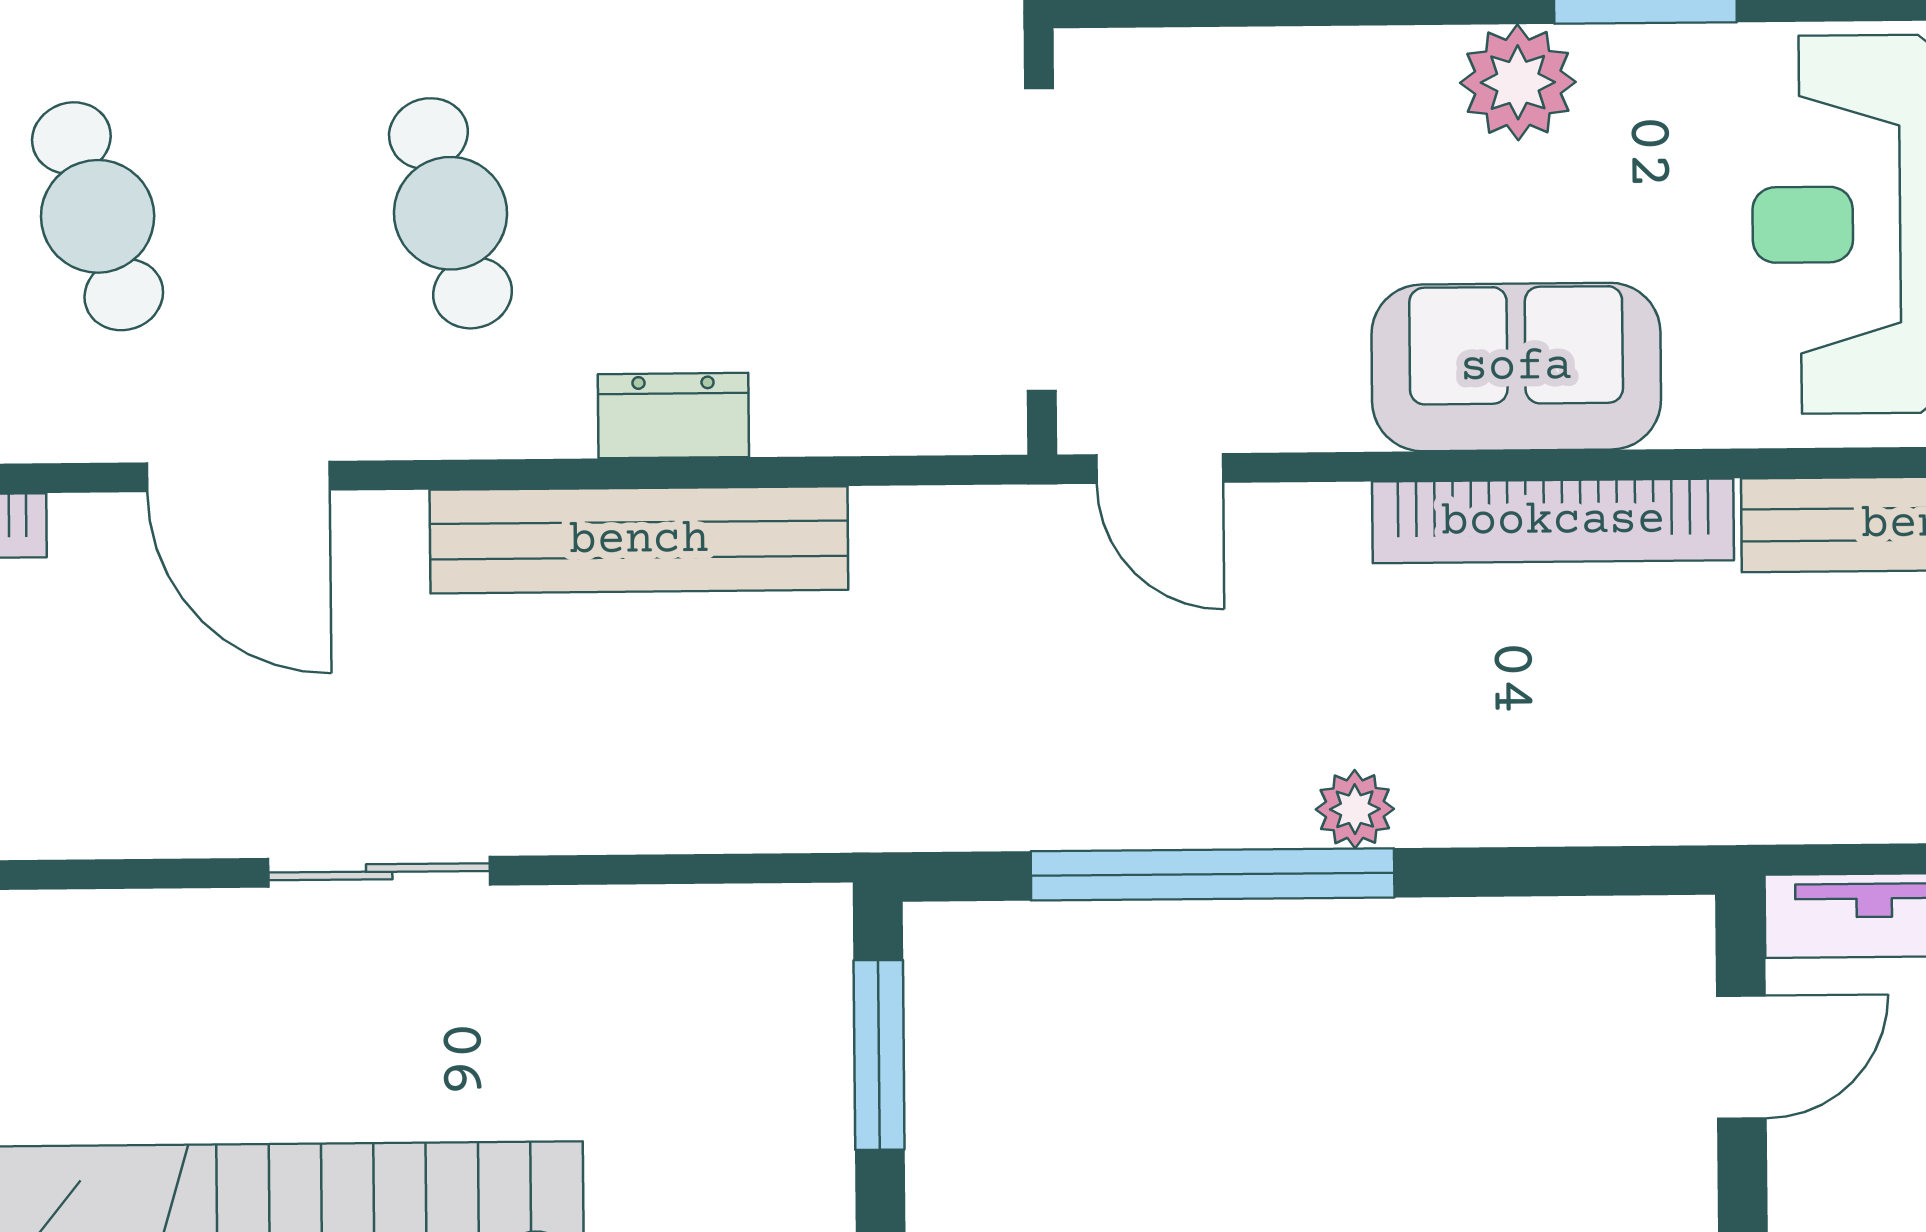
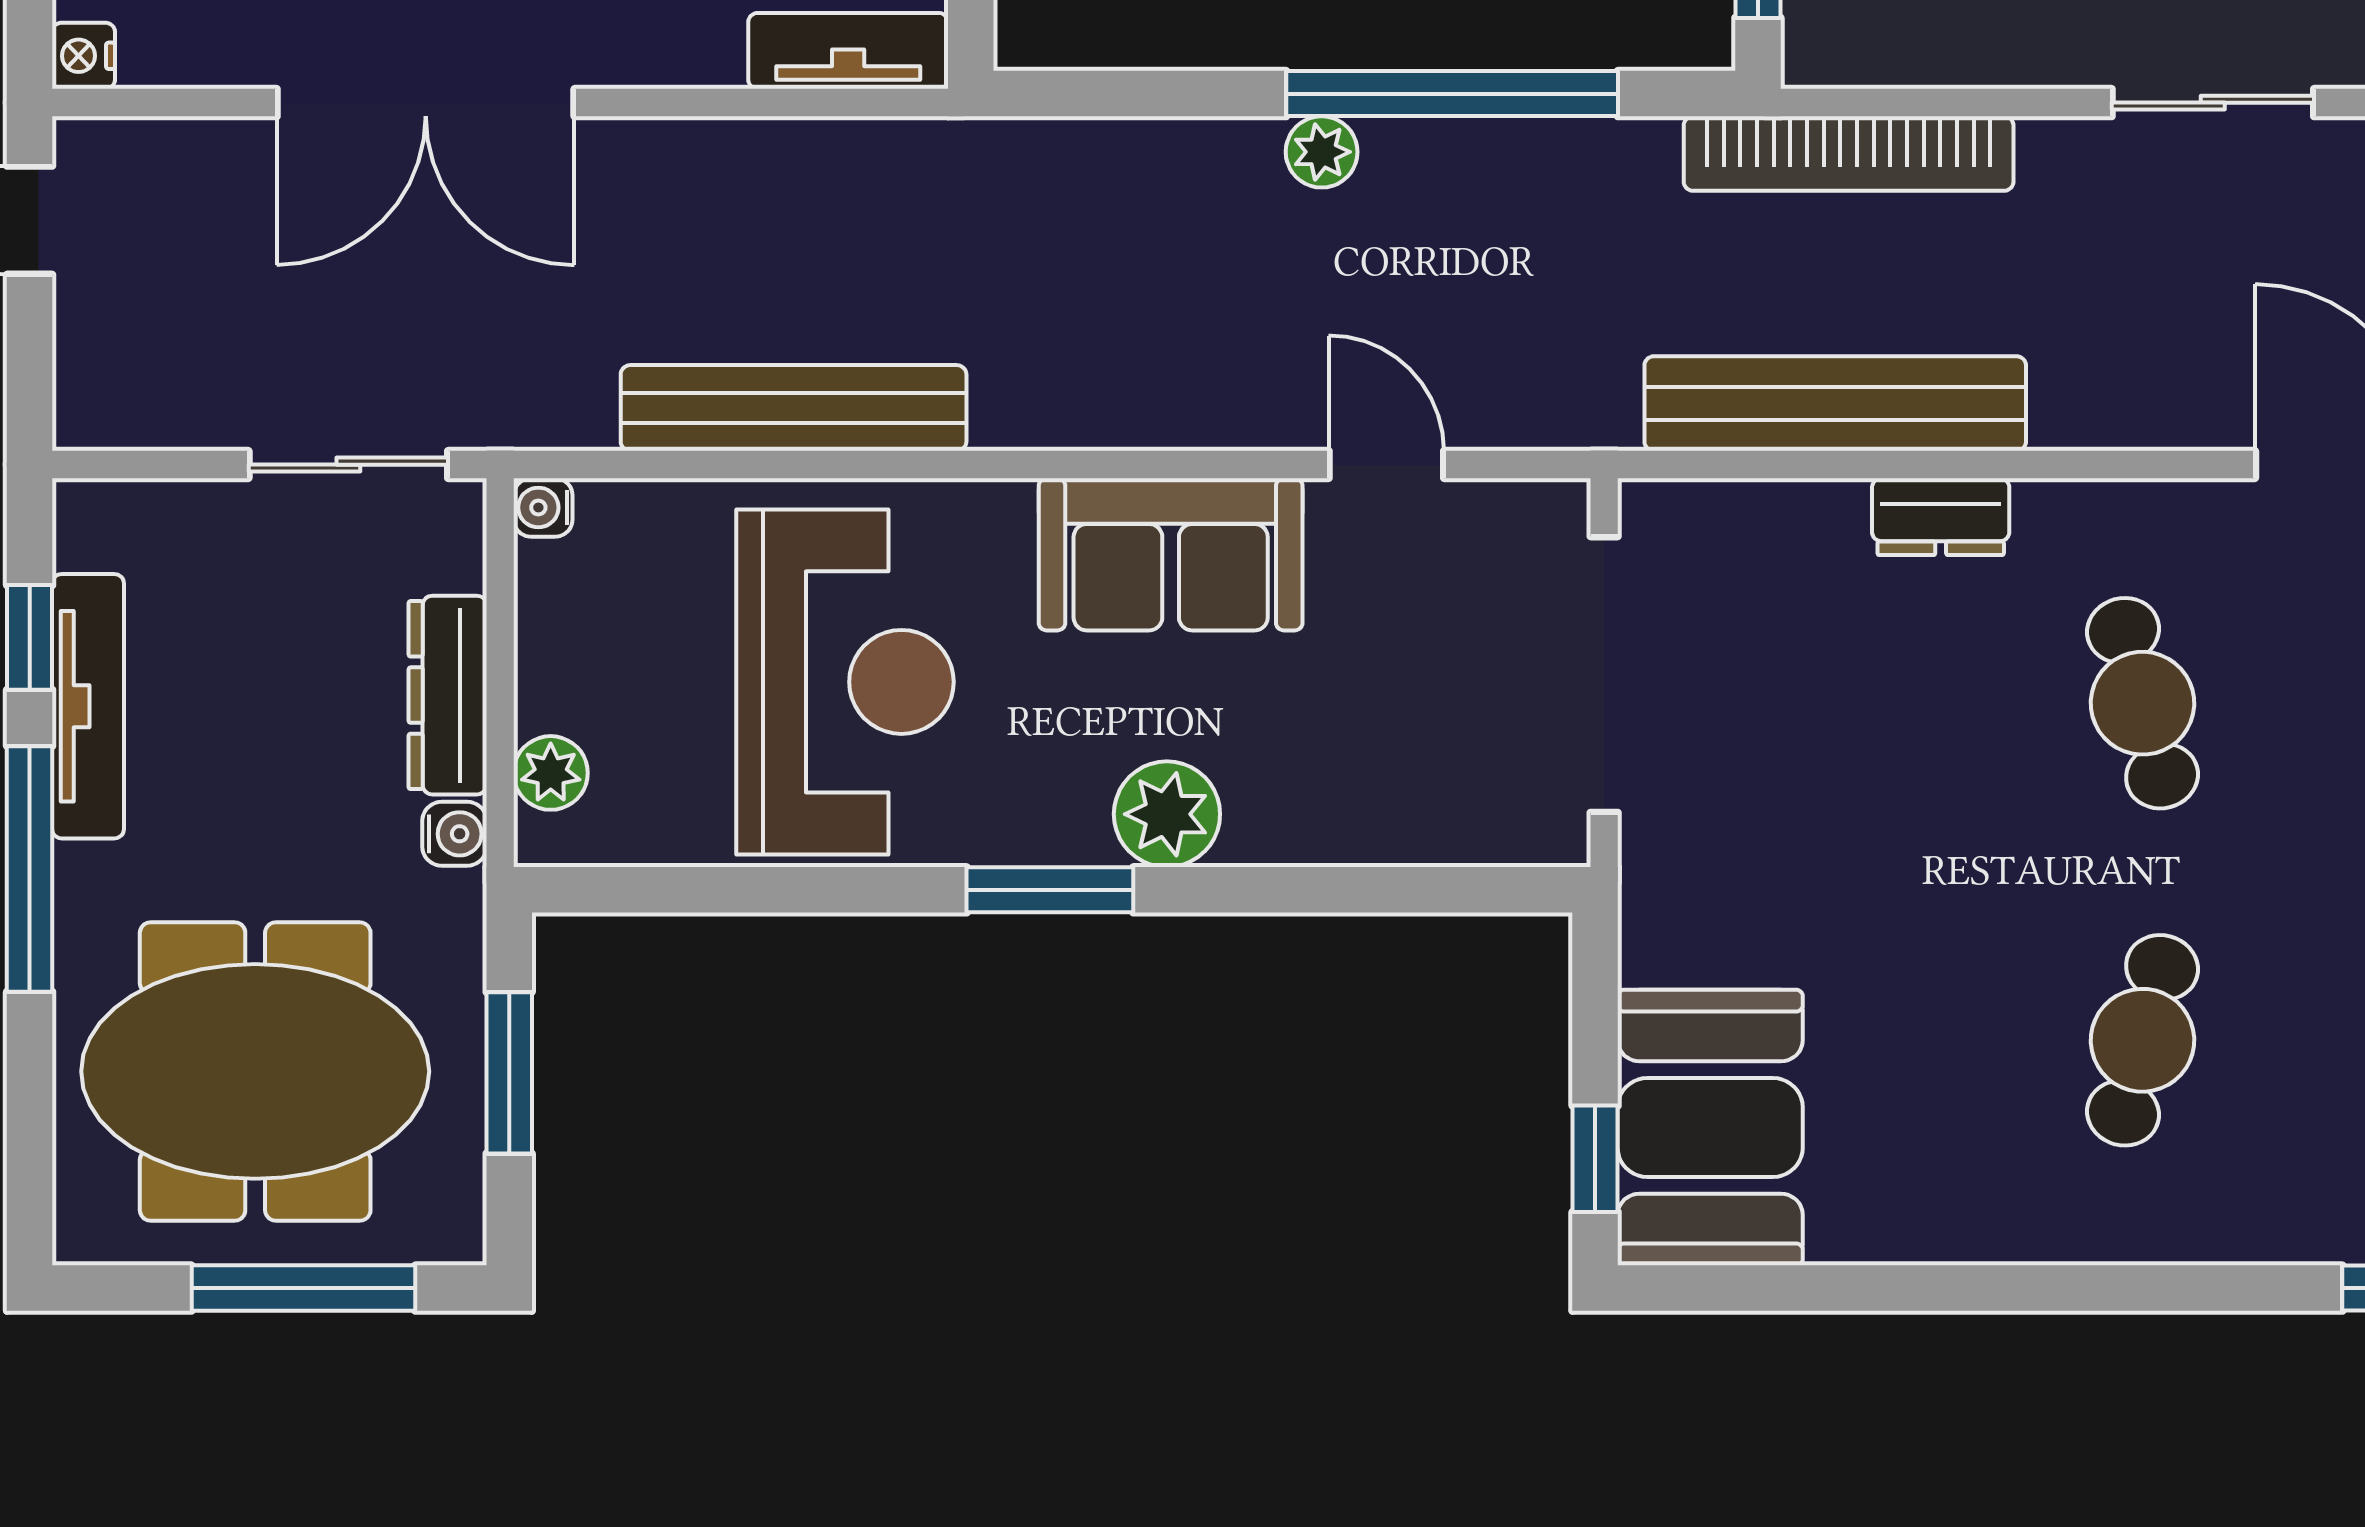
door: (1160, 468) -> (1386, 465), moved
bookcase: (1553, 521) -> (1849, 154), moved, turned 180
bench: (639, 540) -> (1835, 404), moved

